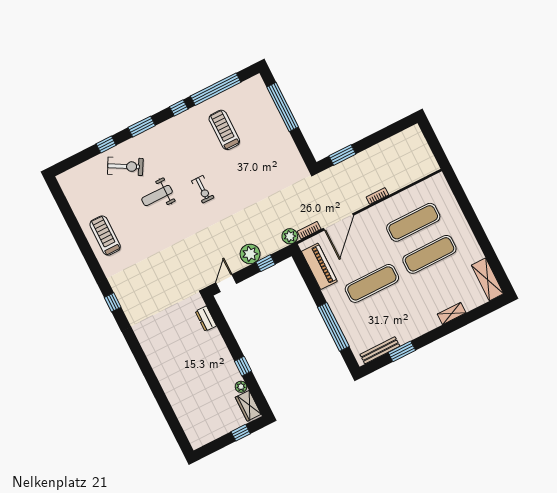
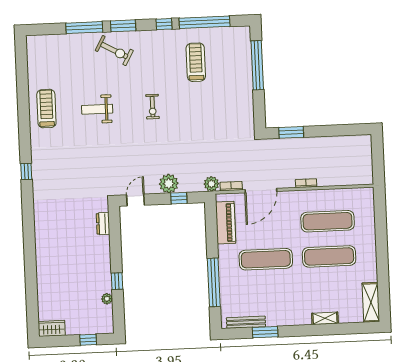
window: (106, 144) -> (84, 28), width x2.17
exercise bike: (125, 166) -> (114, 51), moved
weight bench: (157, 195) -> (97, 109), moved
wardrobe: (248, 406) -> (52, 328), moved, turned 90

